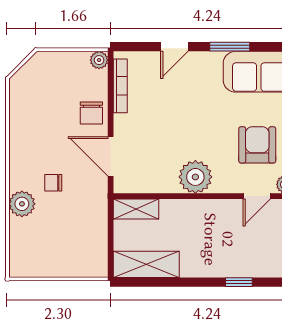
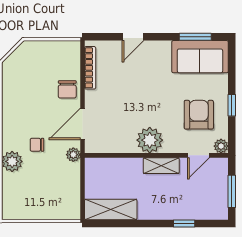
window: (230, 47) -> (195, 37), moved
plant: (99, 60) -> (73, 155), moved
door: (111, 156) -> (82, 124), hinge flipped
shelving: (136, 209) -> (161, 166), moved

